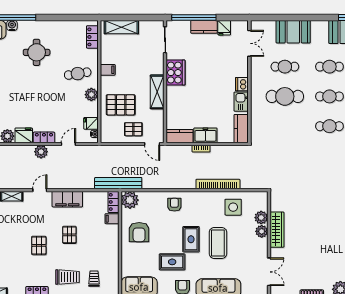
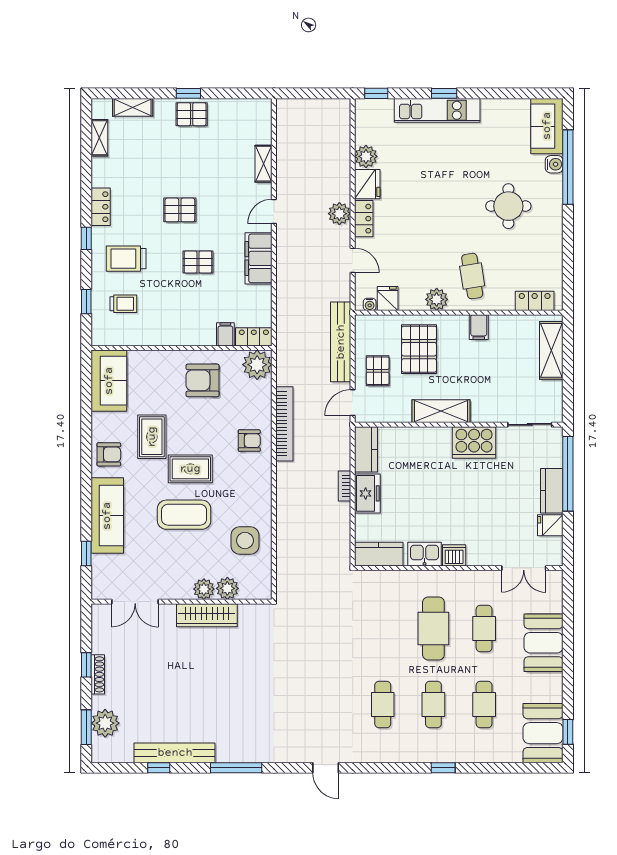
bench: (118, 183) -> (341, 342), moved
bookcase: (218, 184) -> (284, 424), moved
door: (40, 190) -> (274, 211), swing flipped
trolley: (67, 277) -> (126, 259), turned 90

